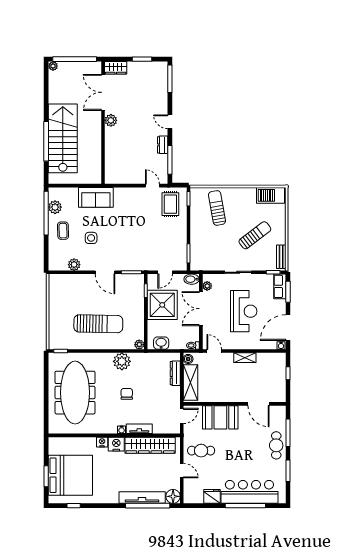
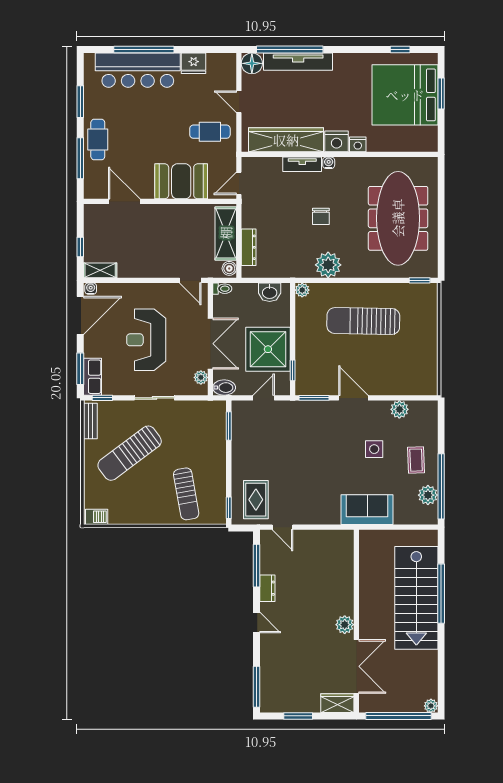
barbecue: (271, 195) -> (97, 517), width x0.53, depth x0.65
sun lounger: (255, 235) -> (130, 453), width x1.36, depth x1.34
shelving: (245, 358) -> (100, 270), moved

